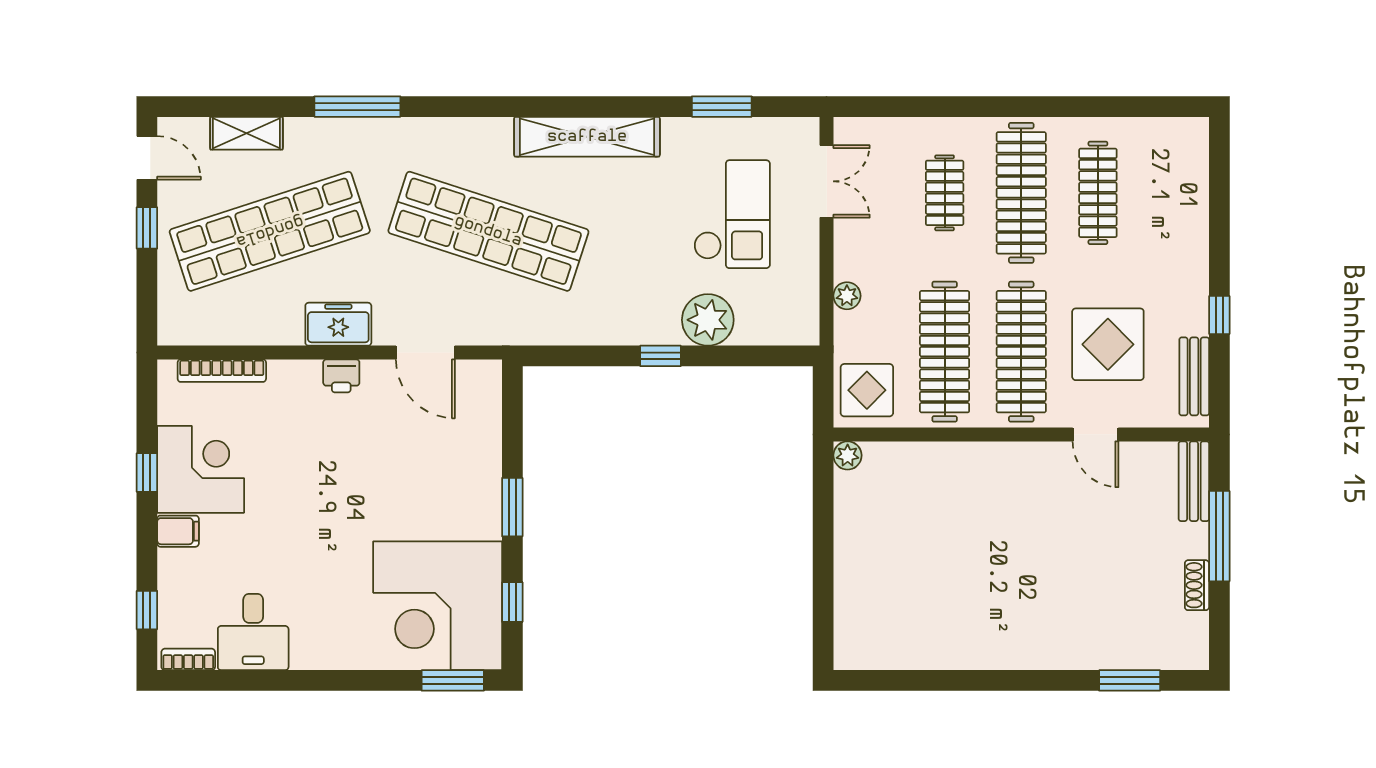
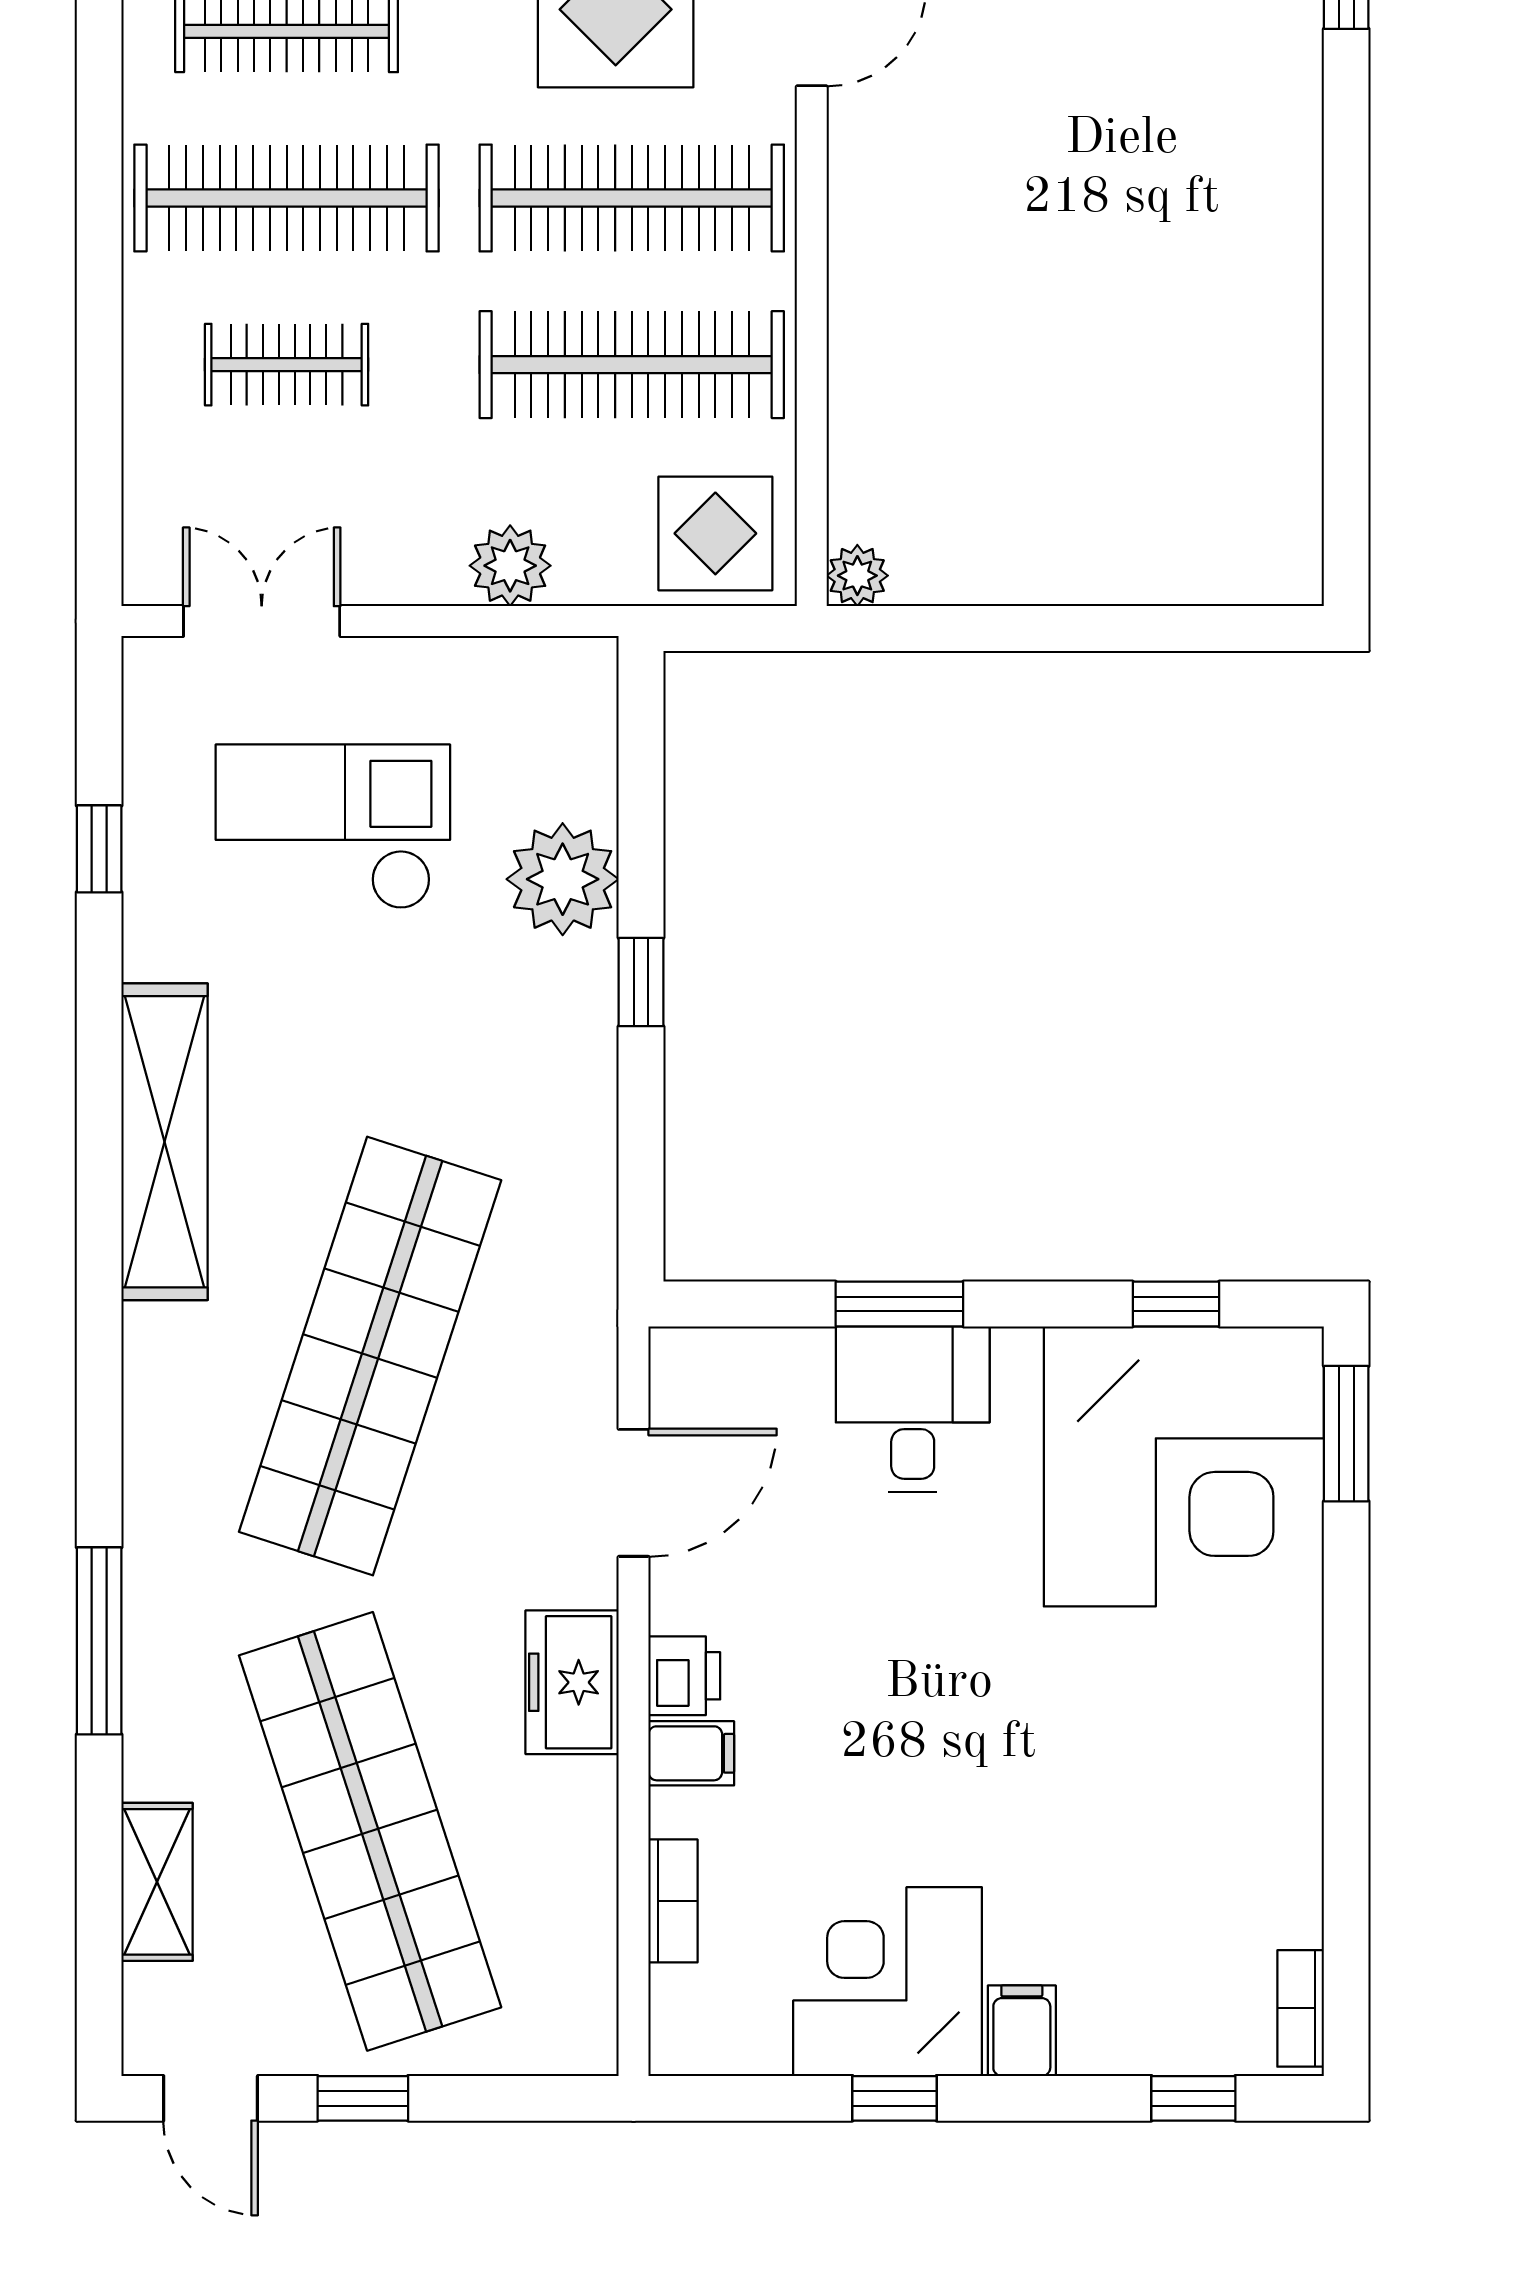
window: (722, 107) -> (99, 849), width x0.67
door: (147, 158) -> (211, 2098), swing flipped
plant: (847, 296) -> (510, 566), width x1.38, depth x1.38
bookcase: (222, 371) -> (673, 1901), width x0.64
filing cabinet: (306, 379) -> (691, 1753), added
window: (512, 507) -> (899, 1304), moved
desk: (253, 632) -> (913, 1409), moved, turned -90

